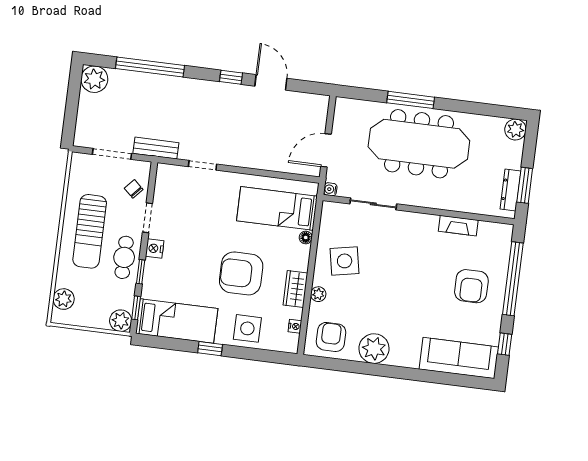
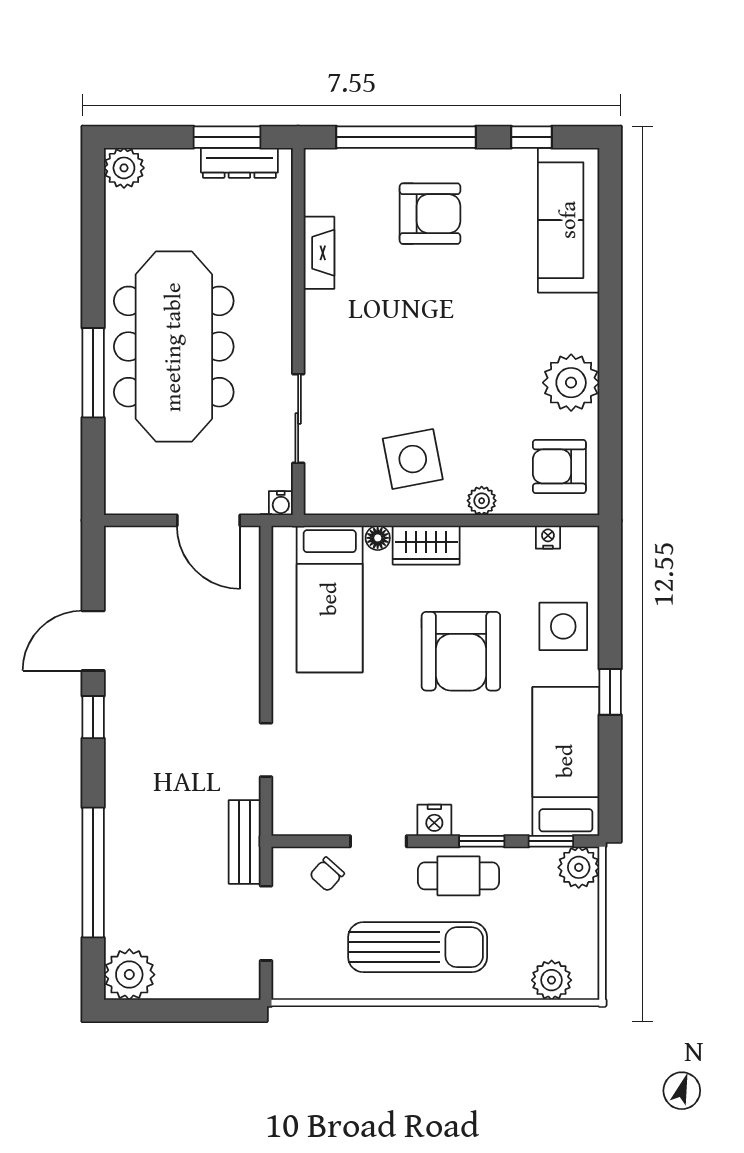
wardrobe: (295, 289) -> (426, 545), moved

